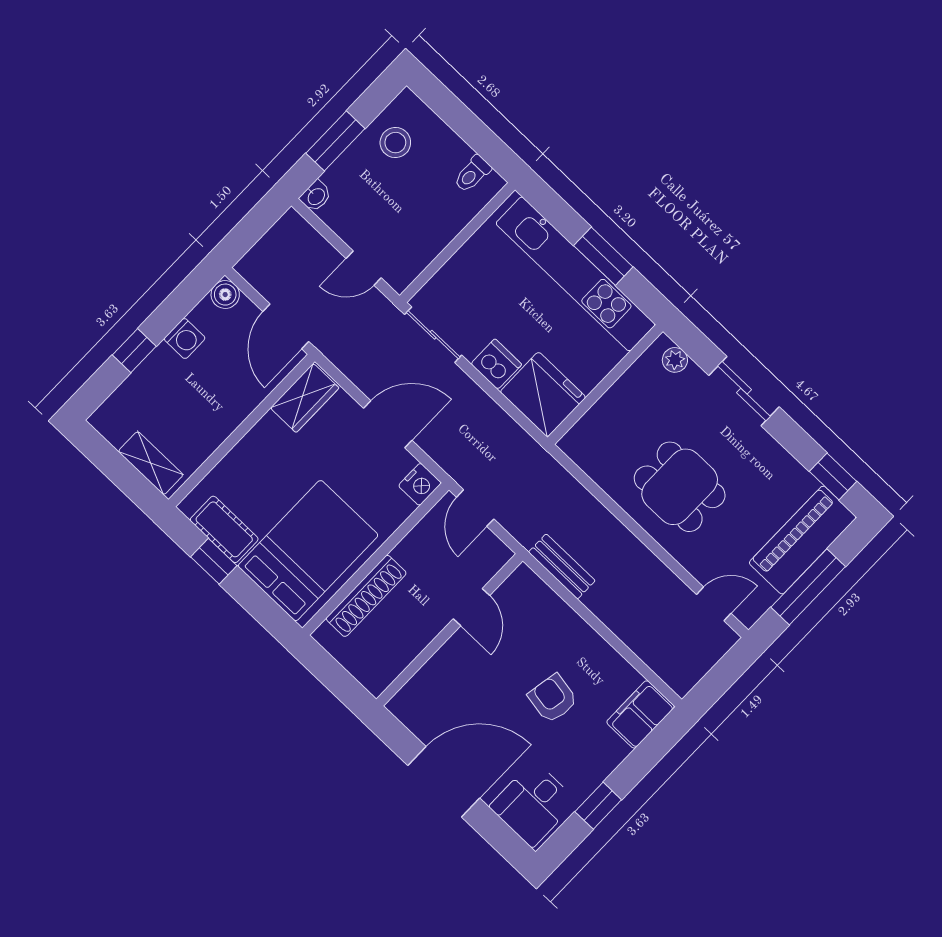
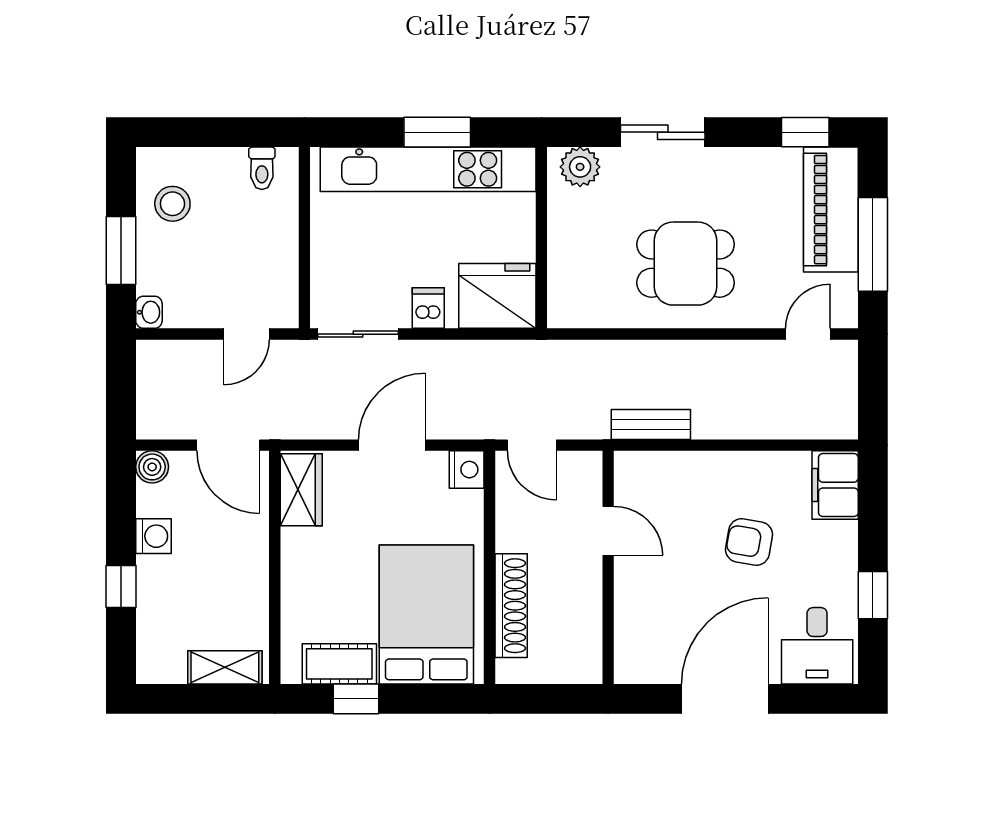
plant: (675, 360) -> (580, 167), width x1.38, depth x1.38
dishwasher: (496, 364) -> (428, 308), width x0.73

